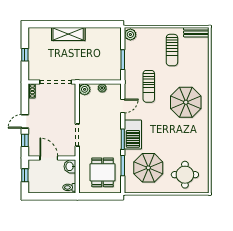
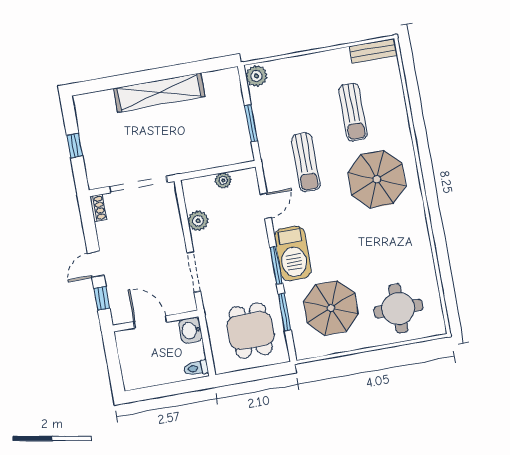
shelving: (68, 34) -> (159, 92), width x1.47
sun lounger: (172, 50) -> (353, 112), moved
plant: (85, 89) -> (198, 221), moved
window: (25, 175) -> (113, 361), removed

